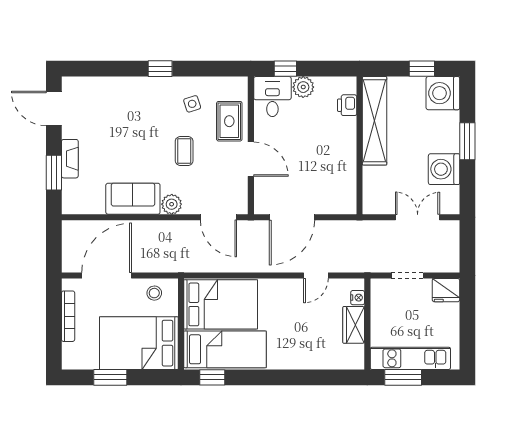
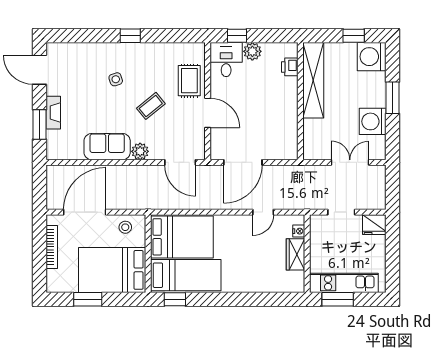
side table: (192, 104) -> (116, 79), moved
coffee table: (184, 151) -> (151, 106), turned 51

